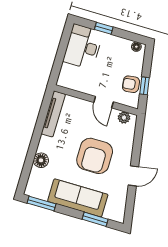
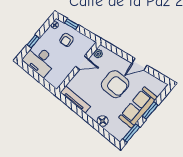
armchair: (131, 84) -> (67, 40), moved
window: (145, 86) -> (71, 24), moved
door: (133, 176) -> (139, 64), swing flipped
window: (95, 219) -> (150, 111), moved

